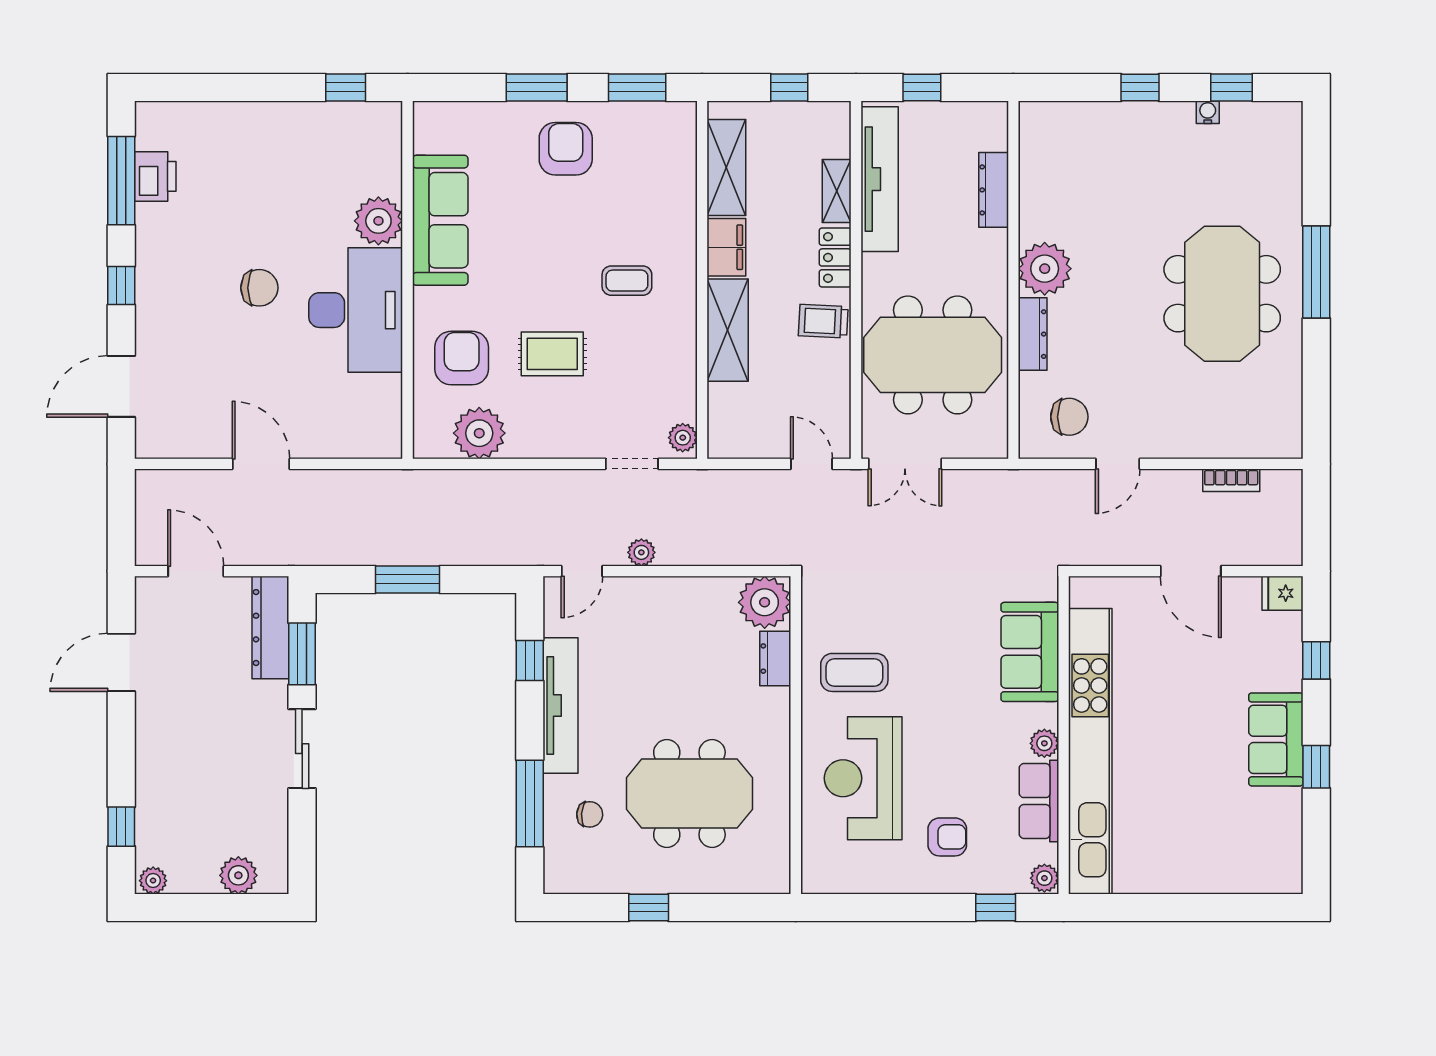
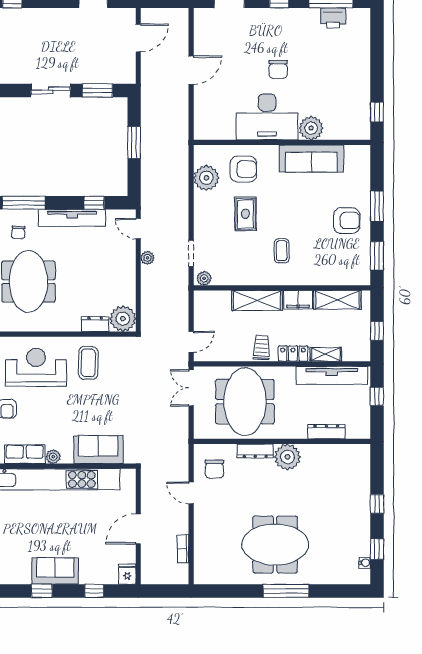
water cooler: (1208, 112) -> (365, 563), moved
dresser: (270, 628) -> (110, 75), removed

